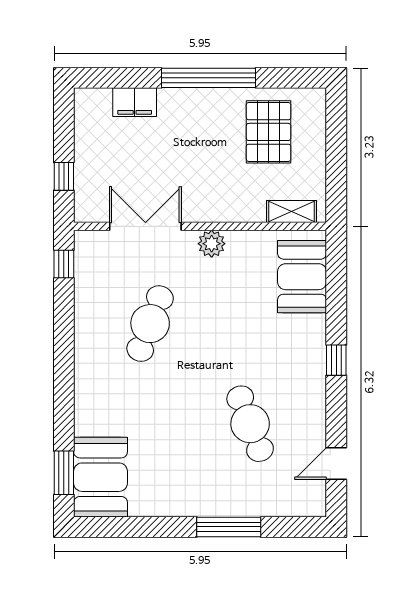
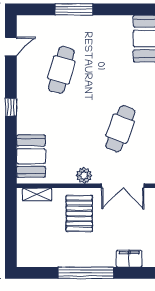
pallet: (269, 132) -> (79, 214), moved
cafe table: (250, 424) -> (61, 70), turned 36

